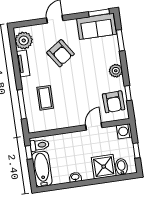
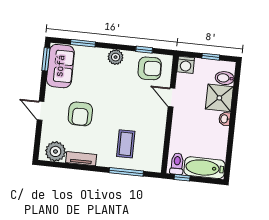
armchair: (61, 53) -> (80, 114), turned 124
coffee table: (45, 98) -> (126, 144), turned 90
washbasin: (75, 177) -> (225, 119), moved

